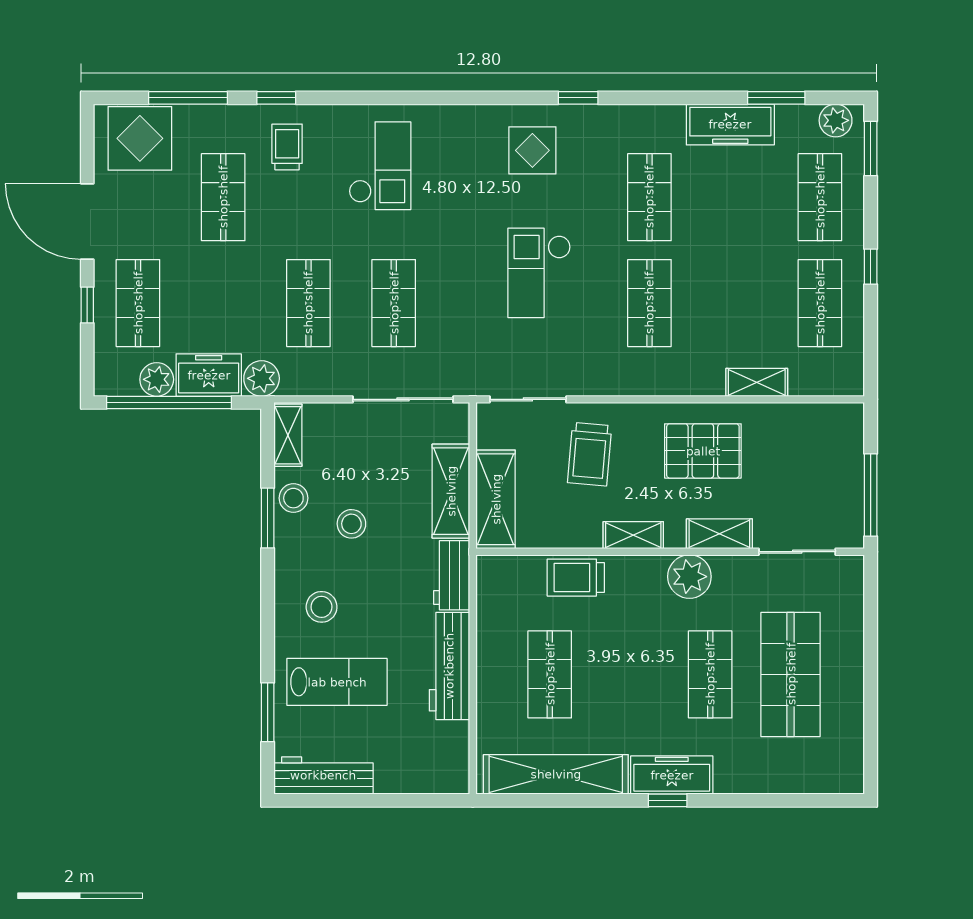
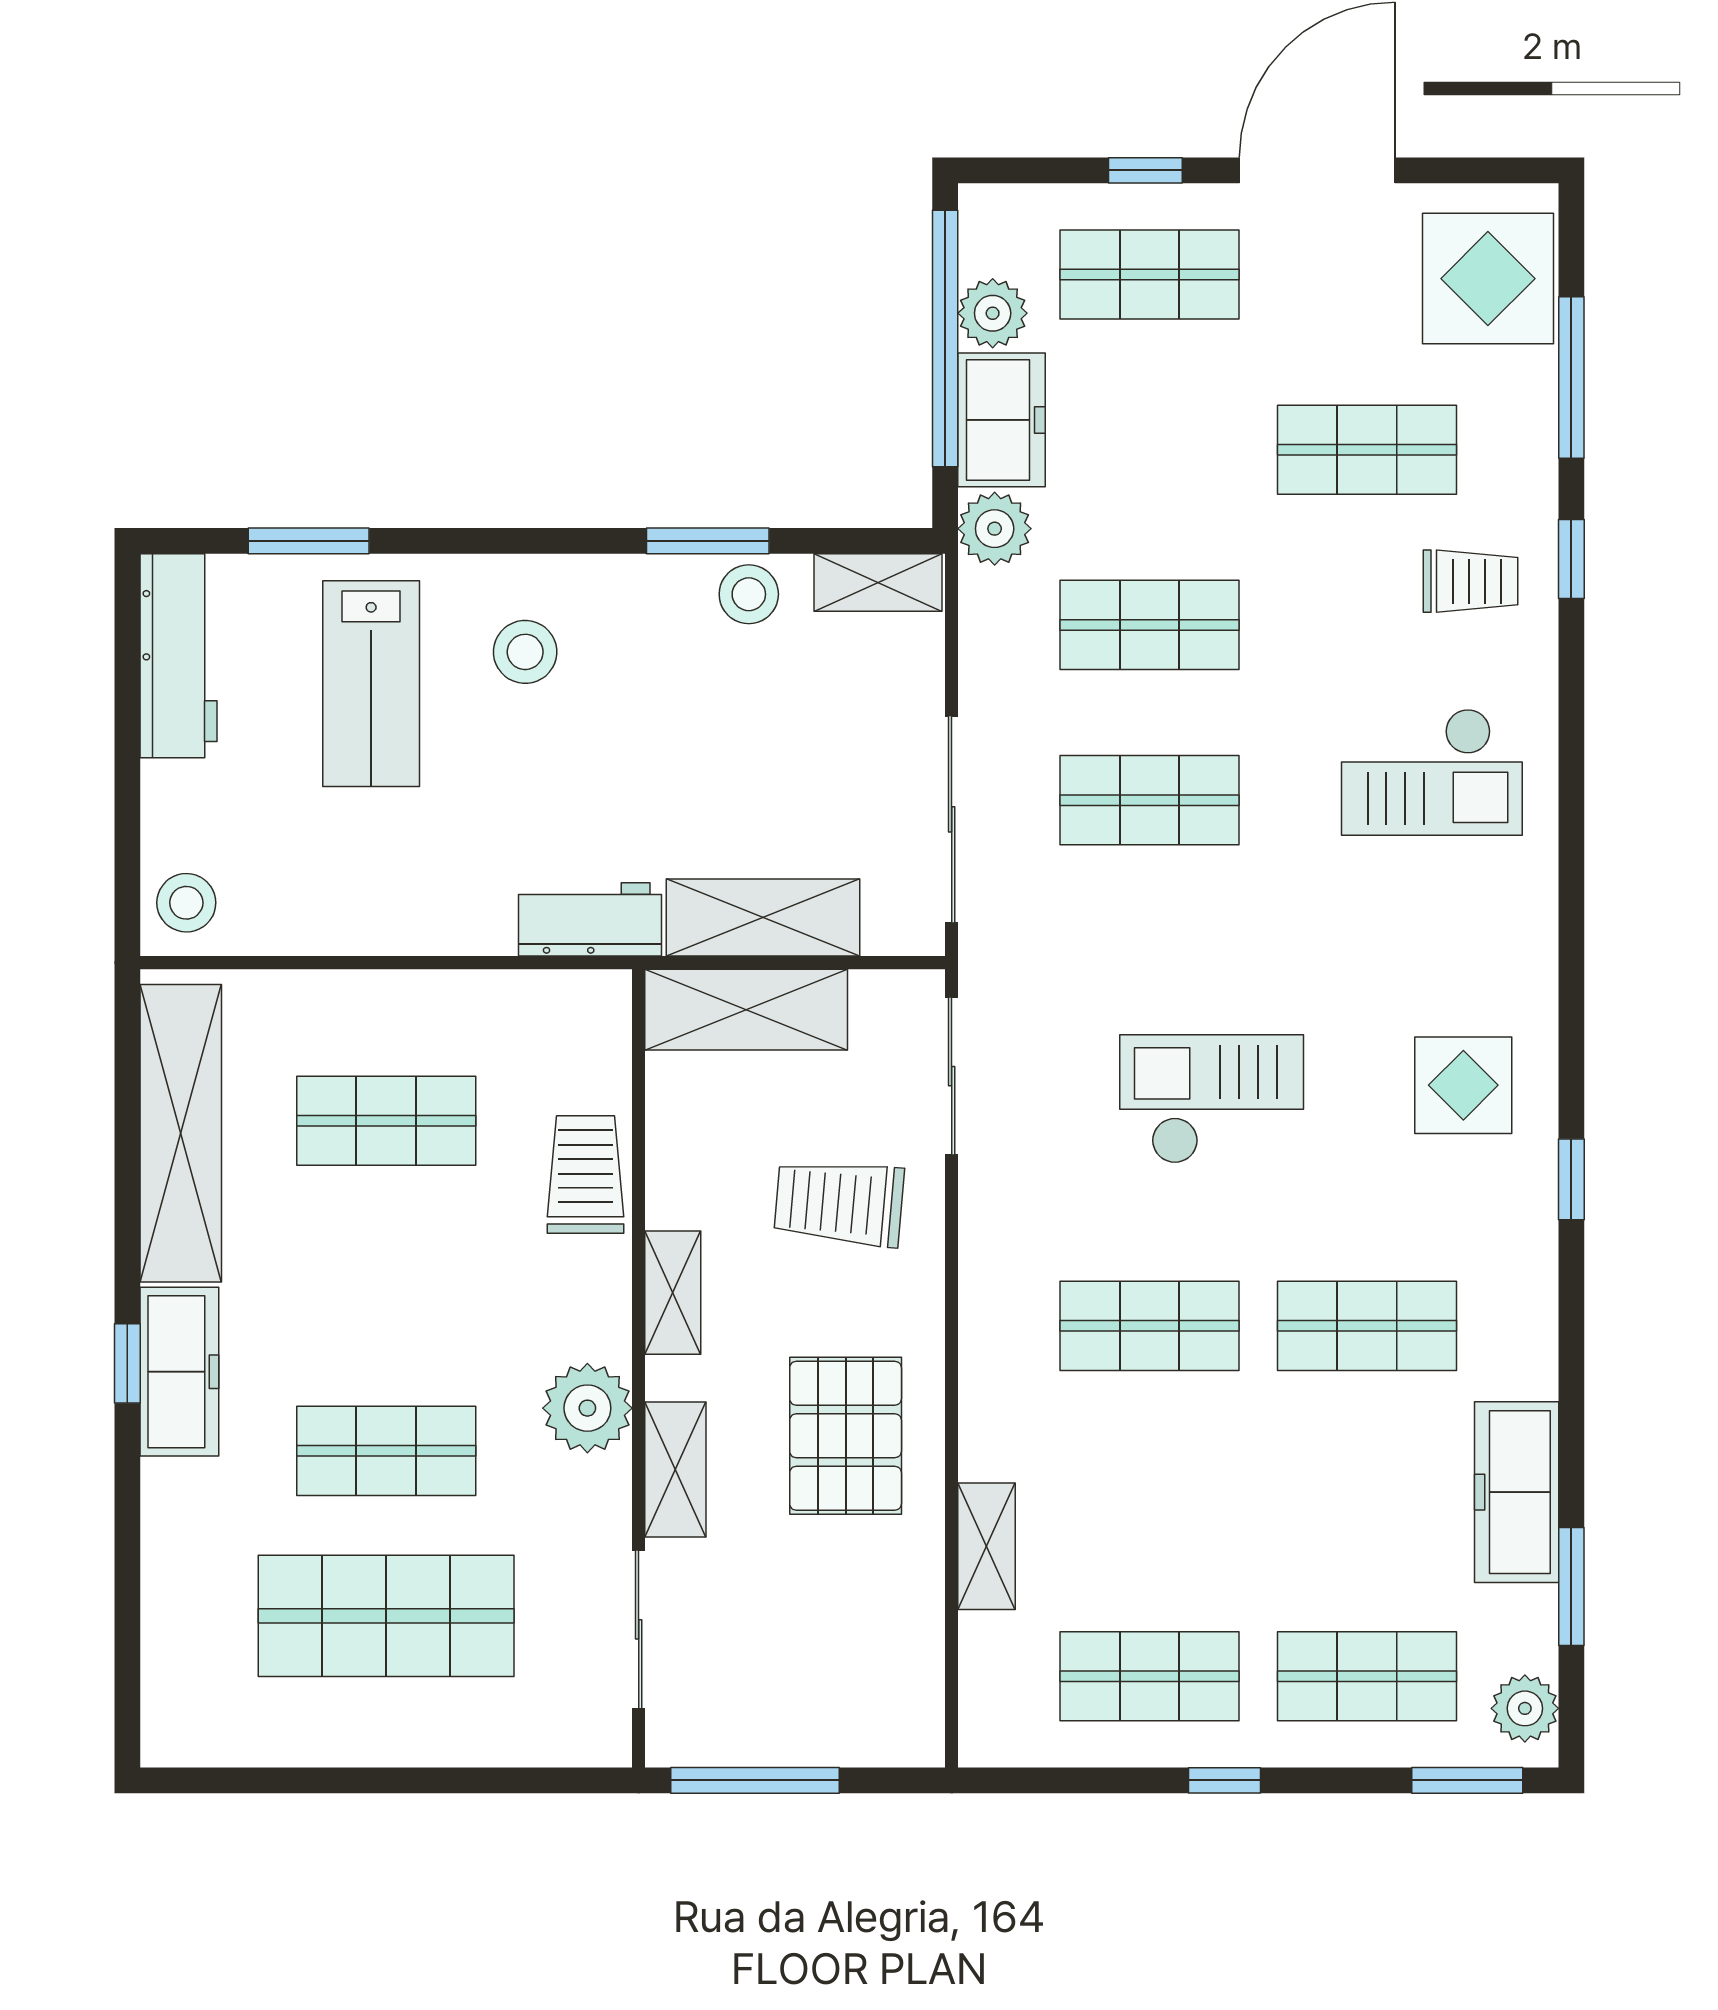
stool: (351, 524) -> (186, 903), moved
workbench: (449, 666) -> (404, 915), removed

